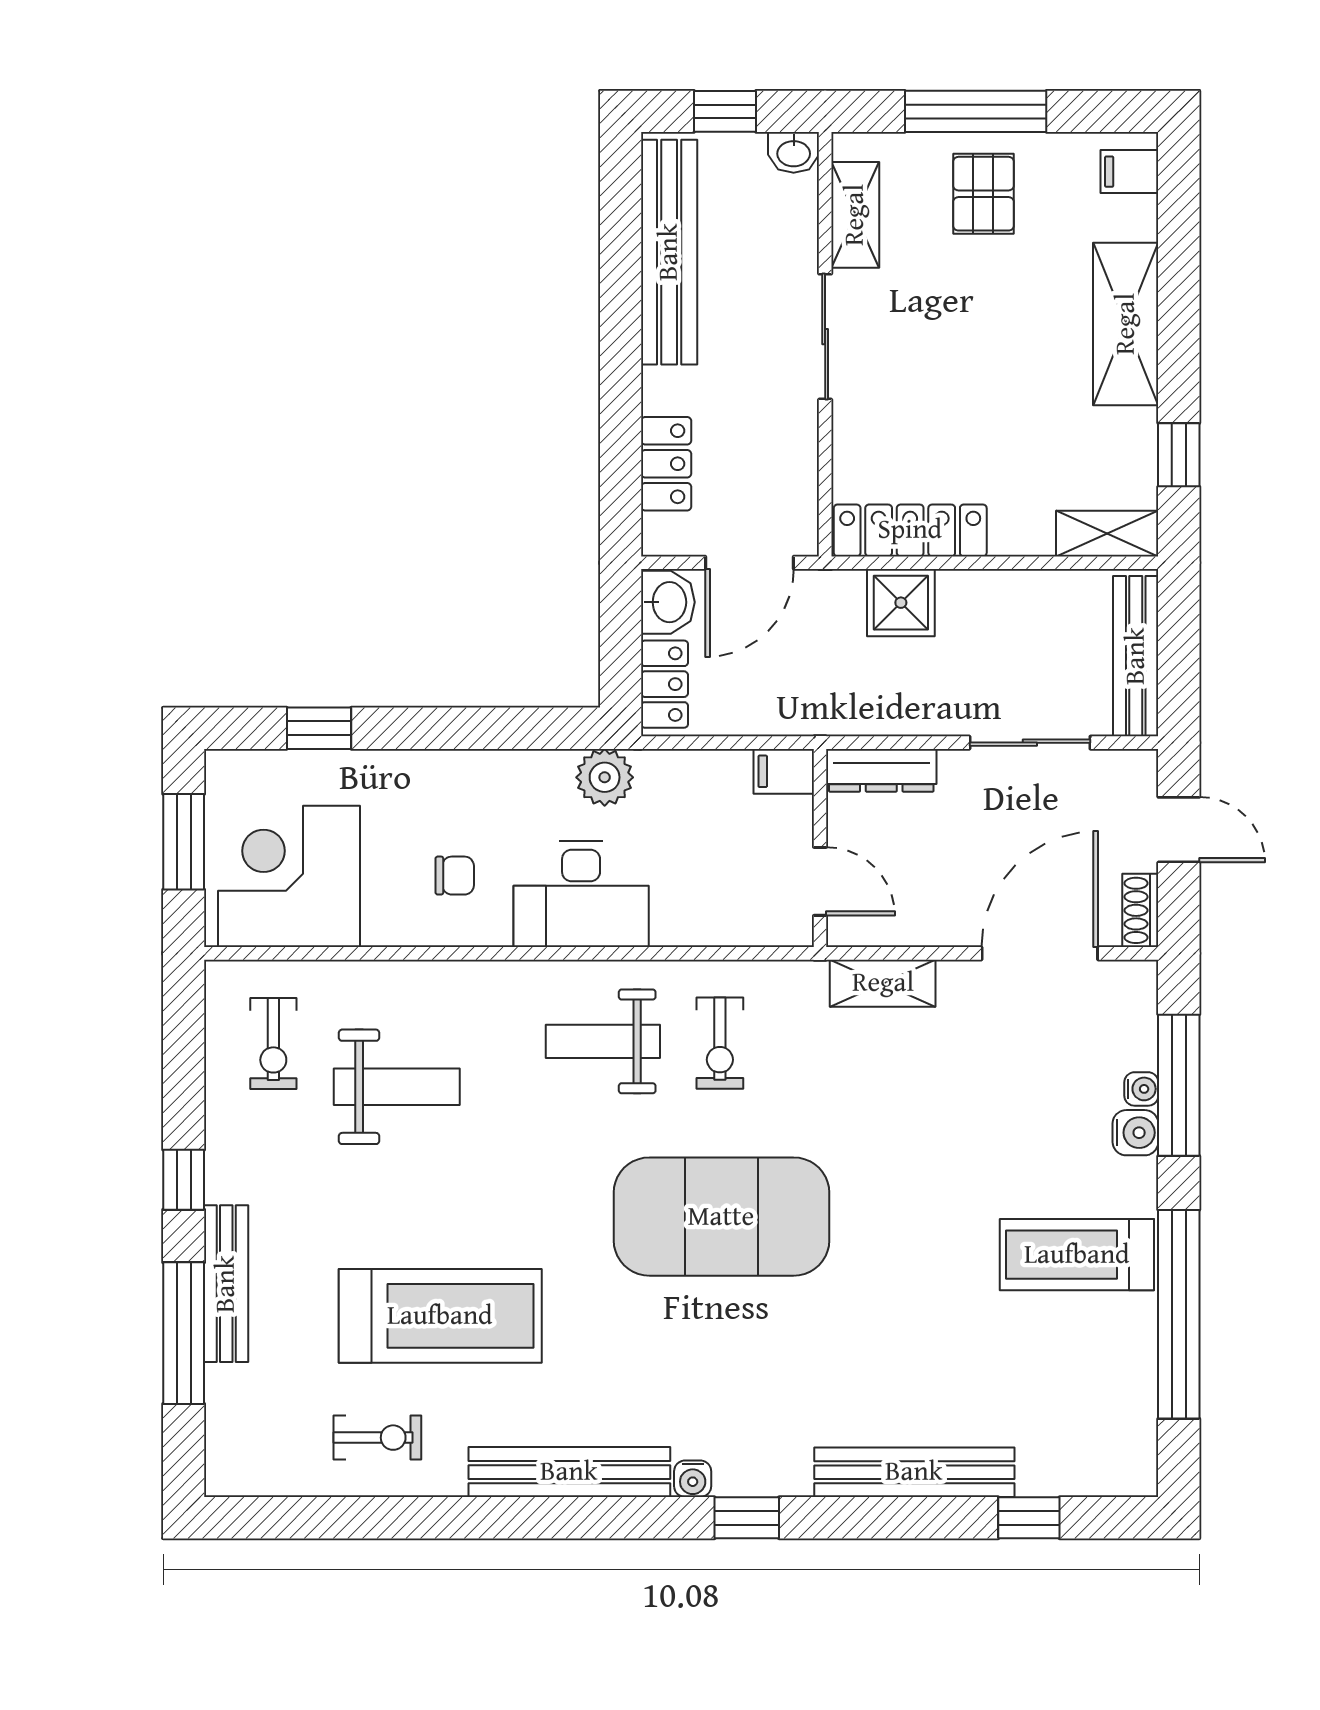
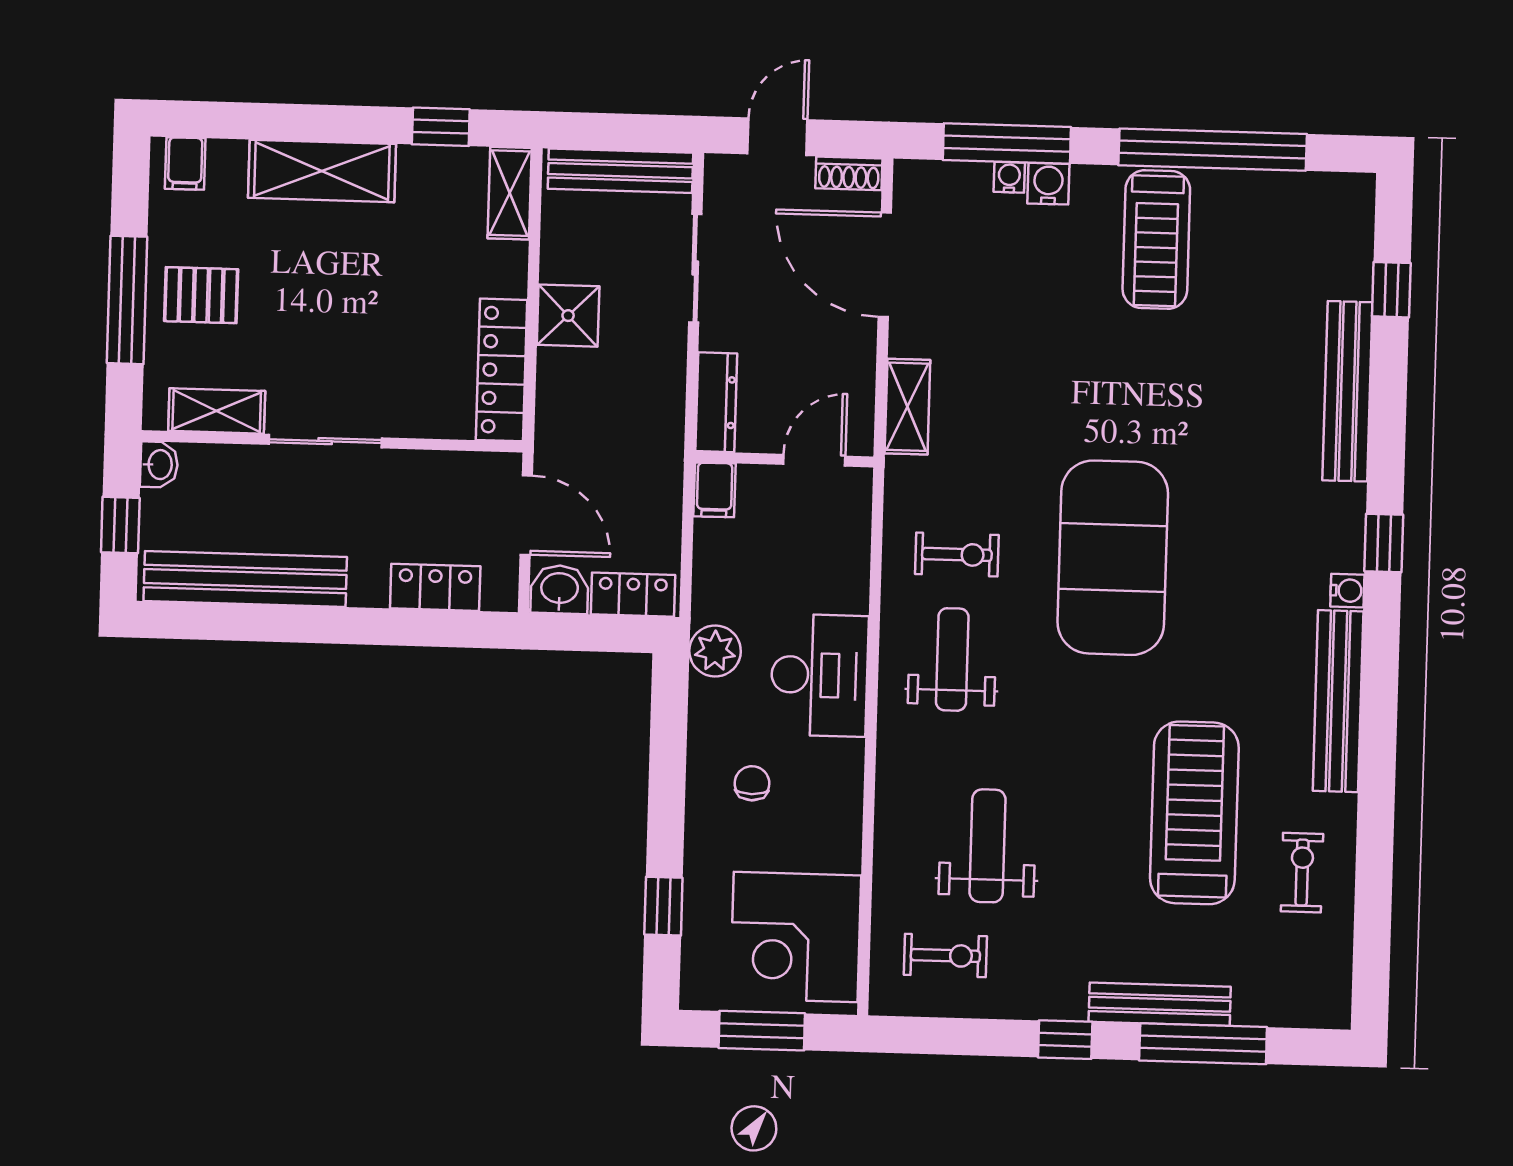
shower: (901, 603) -> (568, 316), moved
chair: (455, 876) -> (752, 783), moved
weight bench: (603, 1041) -> (952, 659), turned 180

